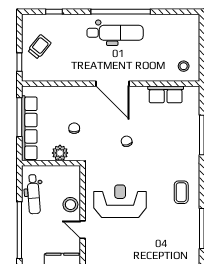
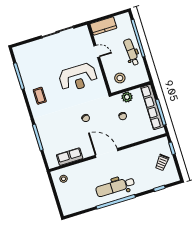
dental chair: (34, 194) -> (131, 52), moved
stool: (70, 205) -> (120, 78), moved

